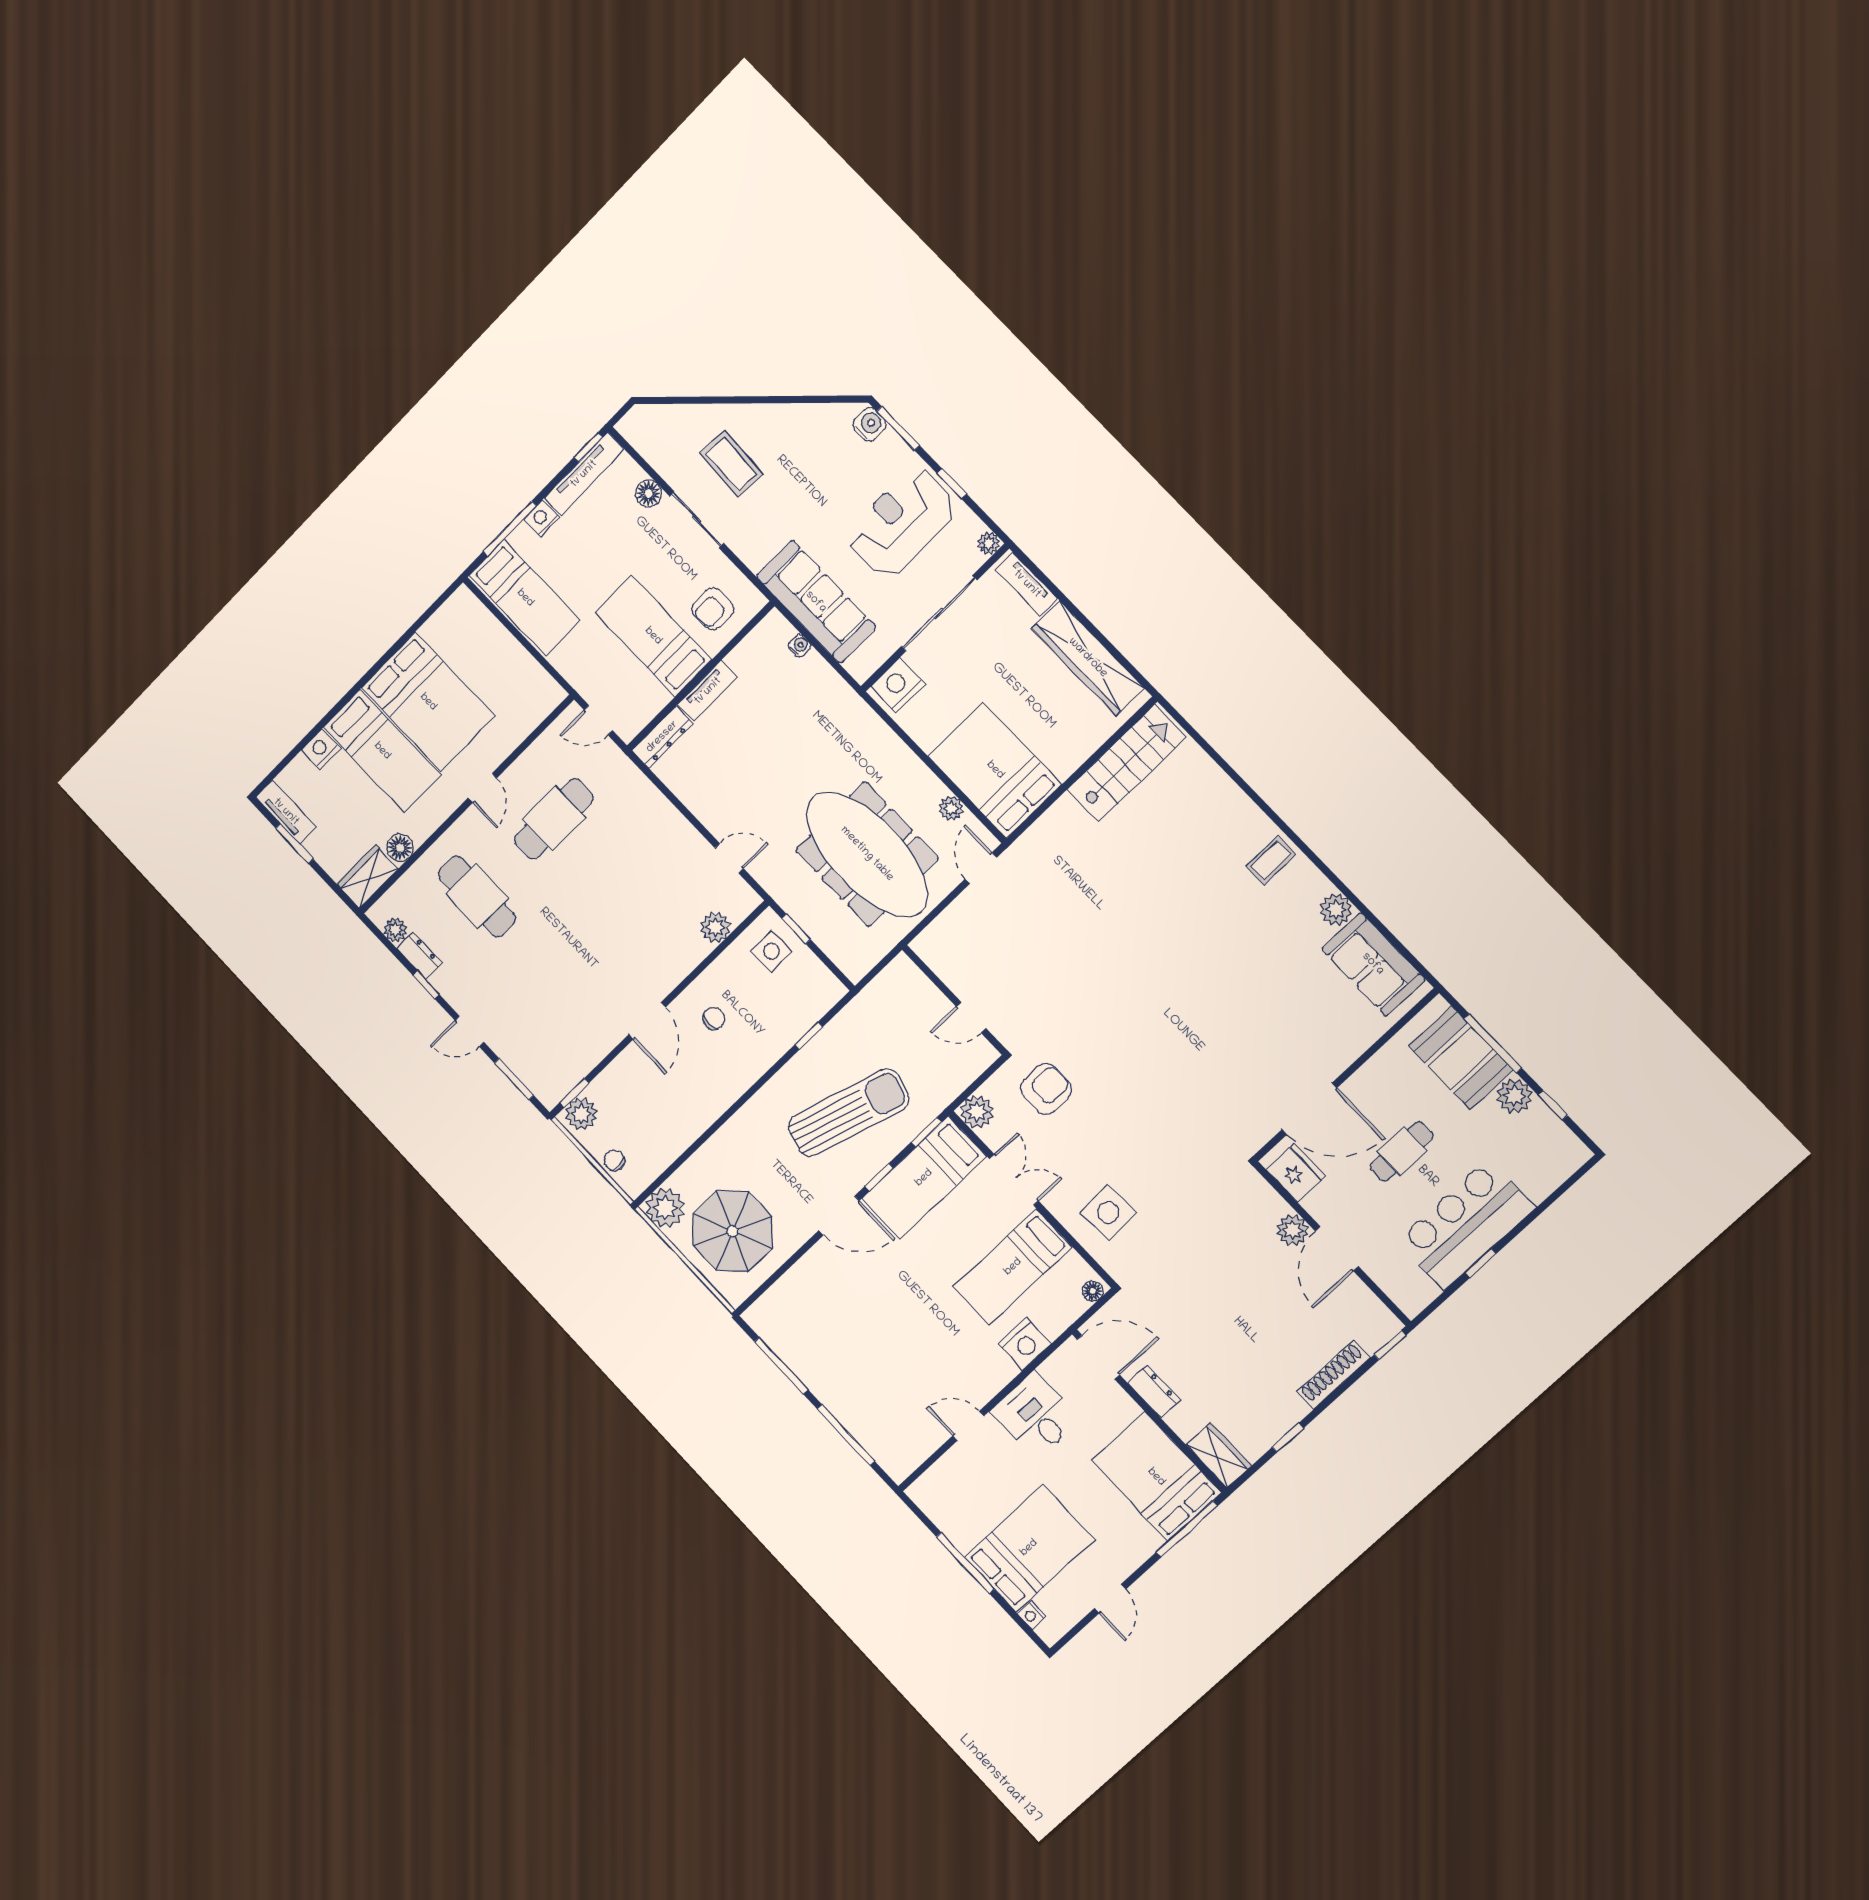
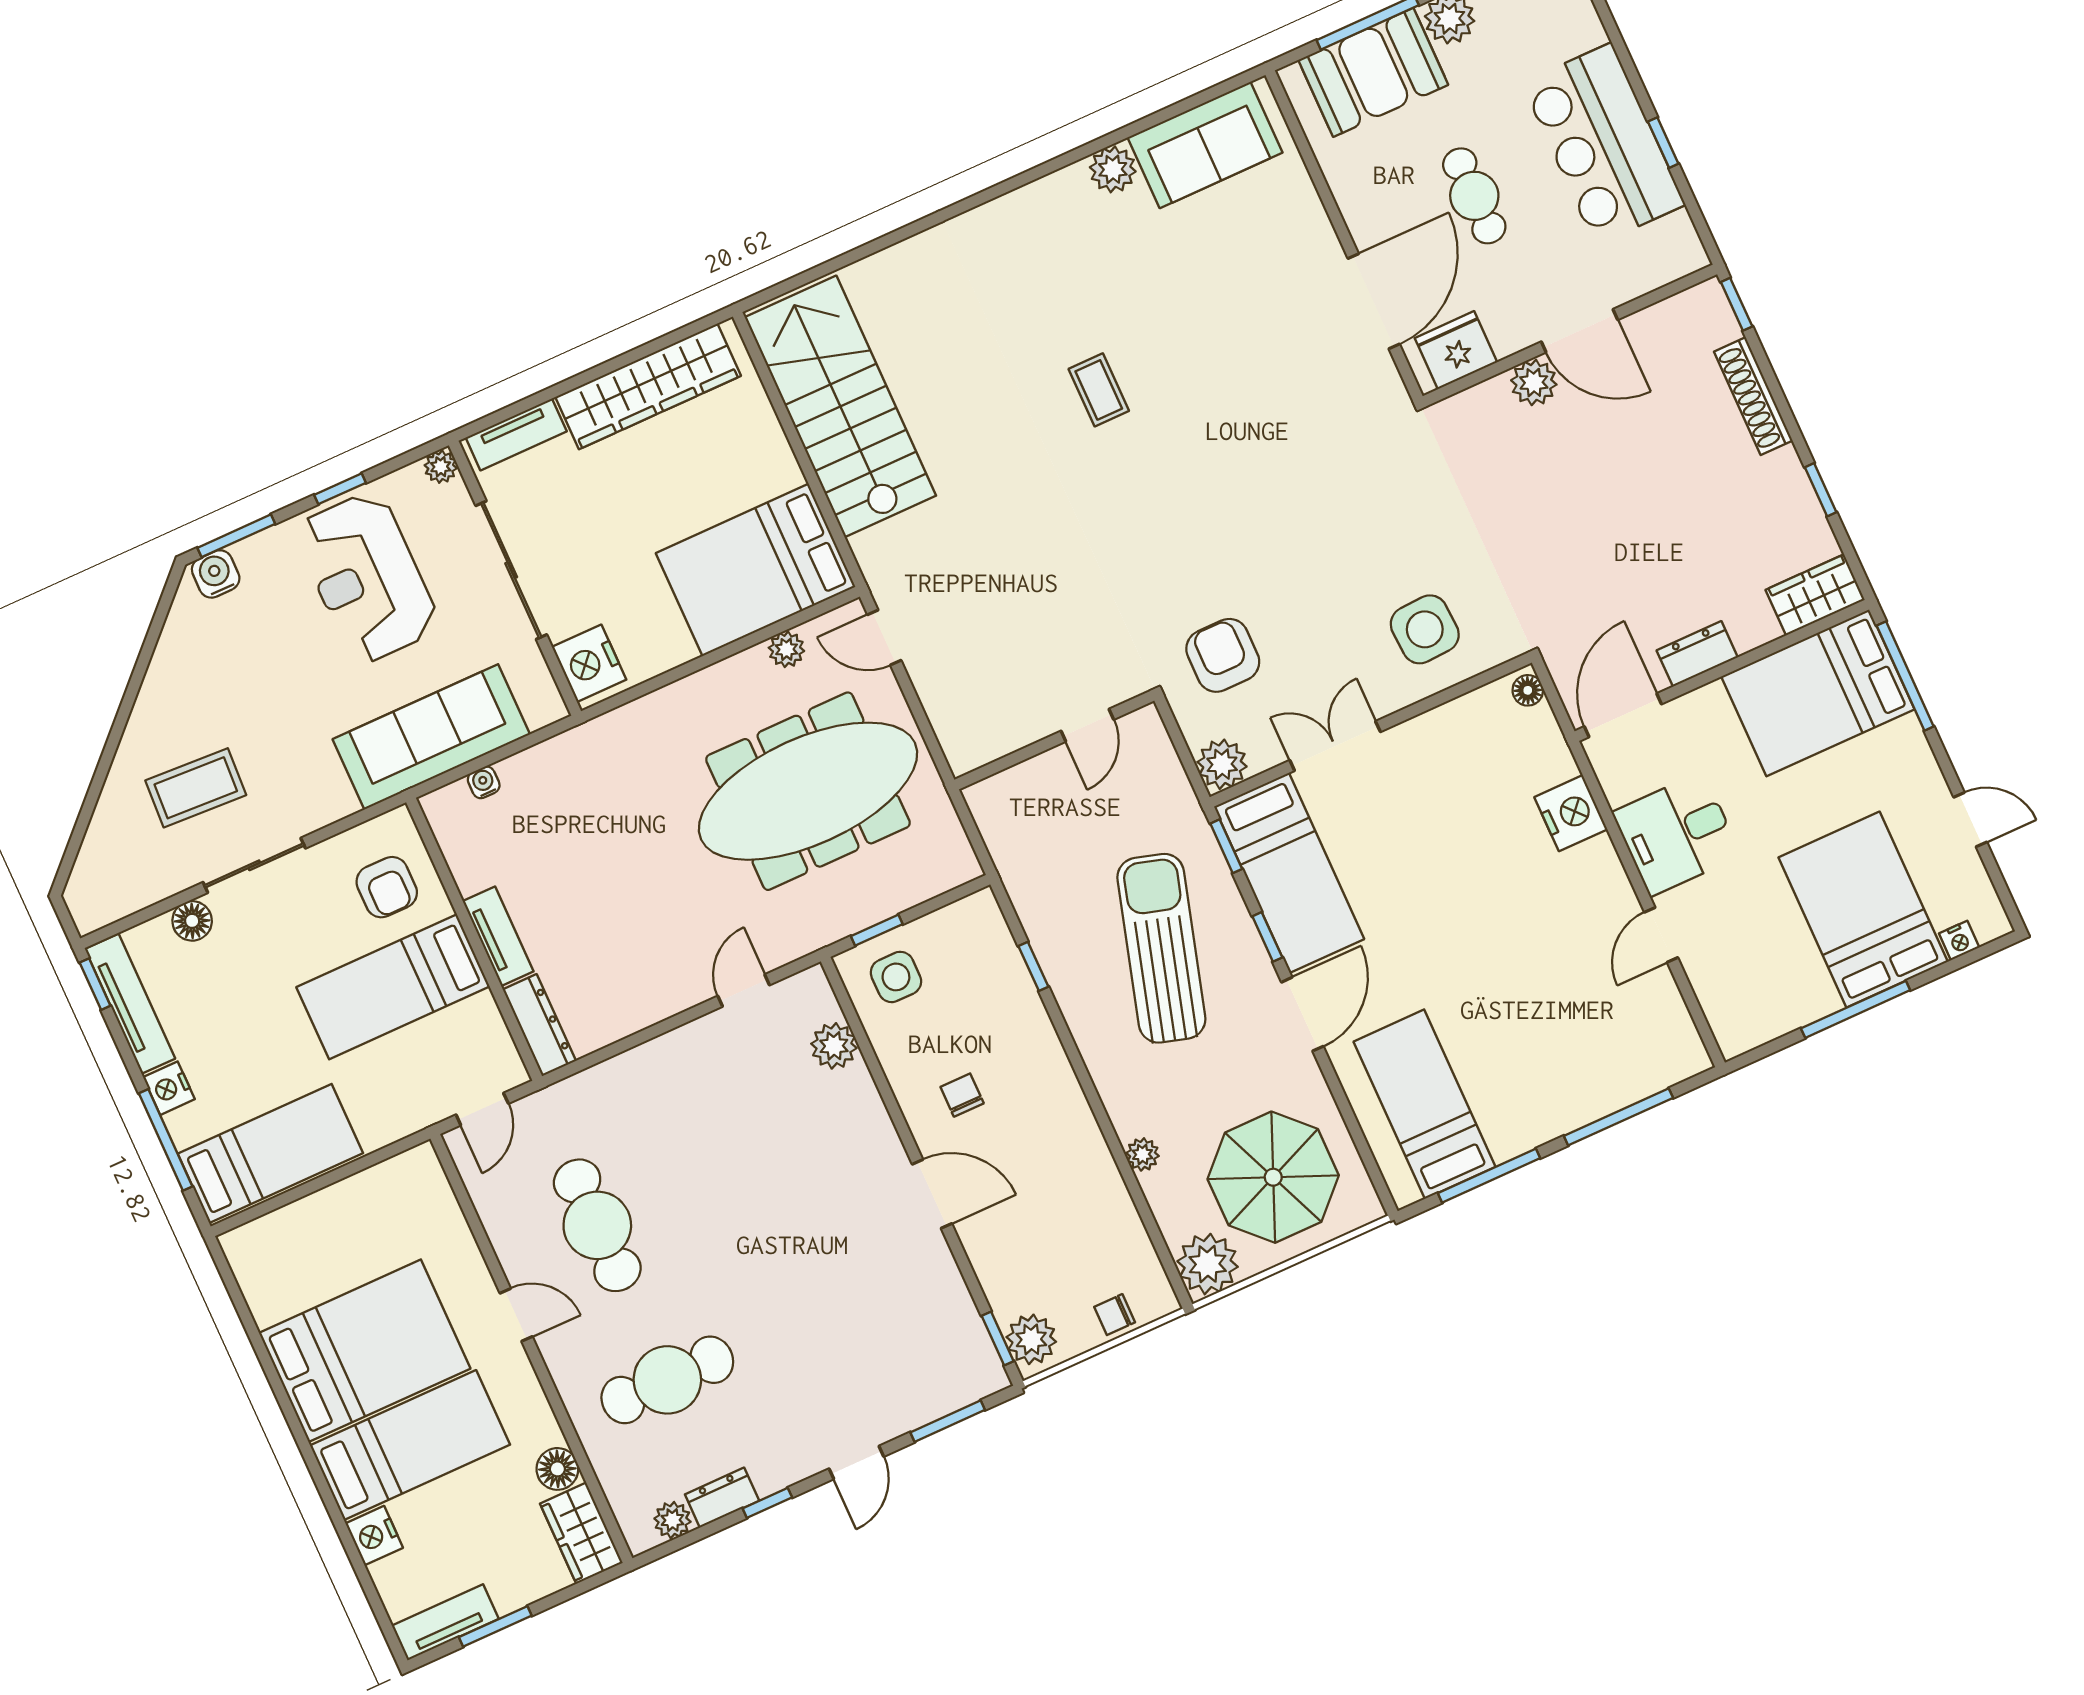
stairs: (1127, 763) -> (840, 406), width x1.36, depth x1.51
coffee table: (1271, 860) -> (1099, 390), moved
plant: (717, 1144) -> (1142, 1154), added
bed: (1013, 1267) -> (1425, 1104), moved, turned 180

